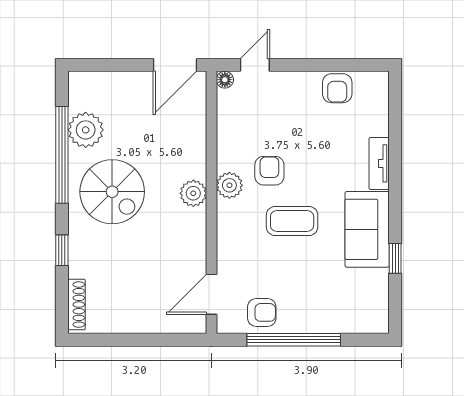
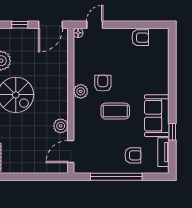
window: (119, 65) -> (20, 25), added
armchair: (337, 88) -> (140, 38), turned -90
tv unit: (379, 163) -> (163, 152), moved
plant: (193, 193) -> (61, 126), moved
armchair: (262, 312) -> (133, 155), moved

